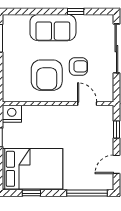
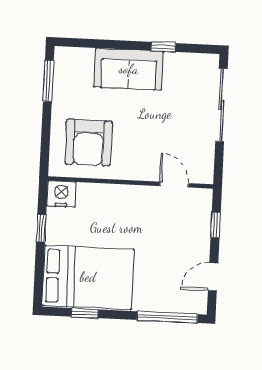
armchair: (78, 66) -> (164, 129), removed
armchair: (47, 75) -> (89, 143), moved

